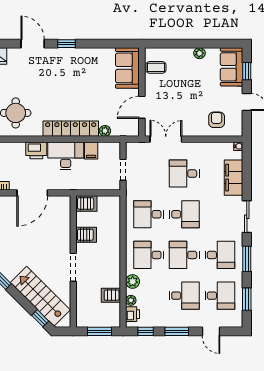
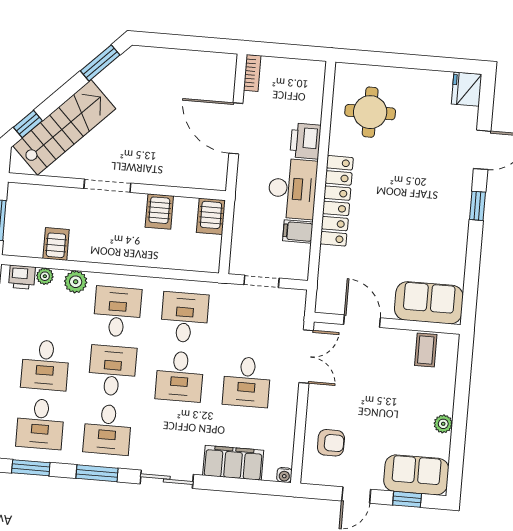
plant: (105, 131) -> (328, 257), removed
desk: (184, 174) -> (247, 382), turned 180

